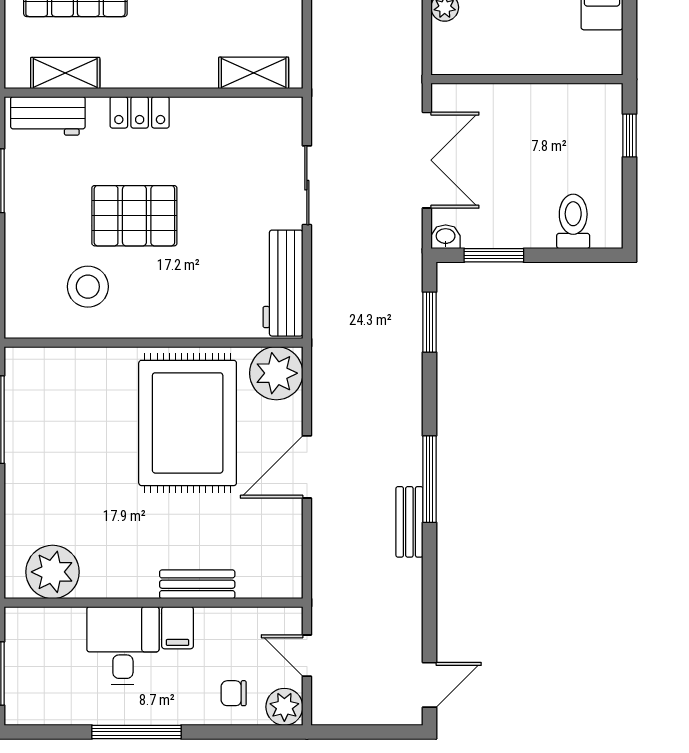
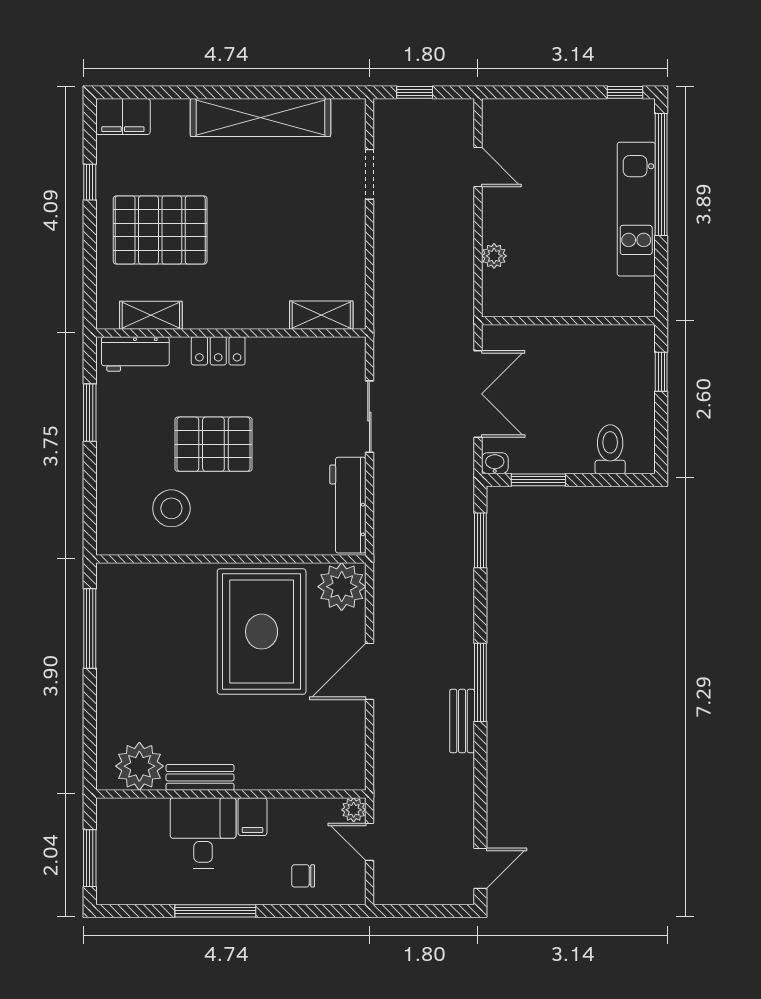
bench: (197, 584) -> (200, 777), moved
plant: (284, 707) -> (354, 810), moved, width x0.73, depth x0.73

